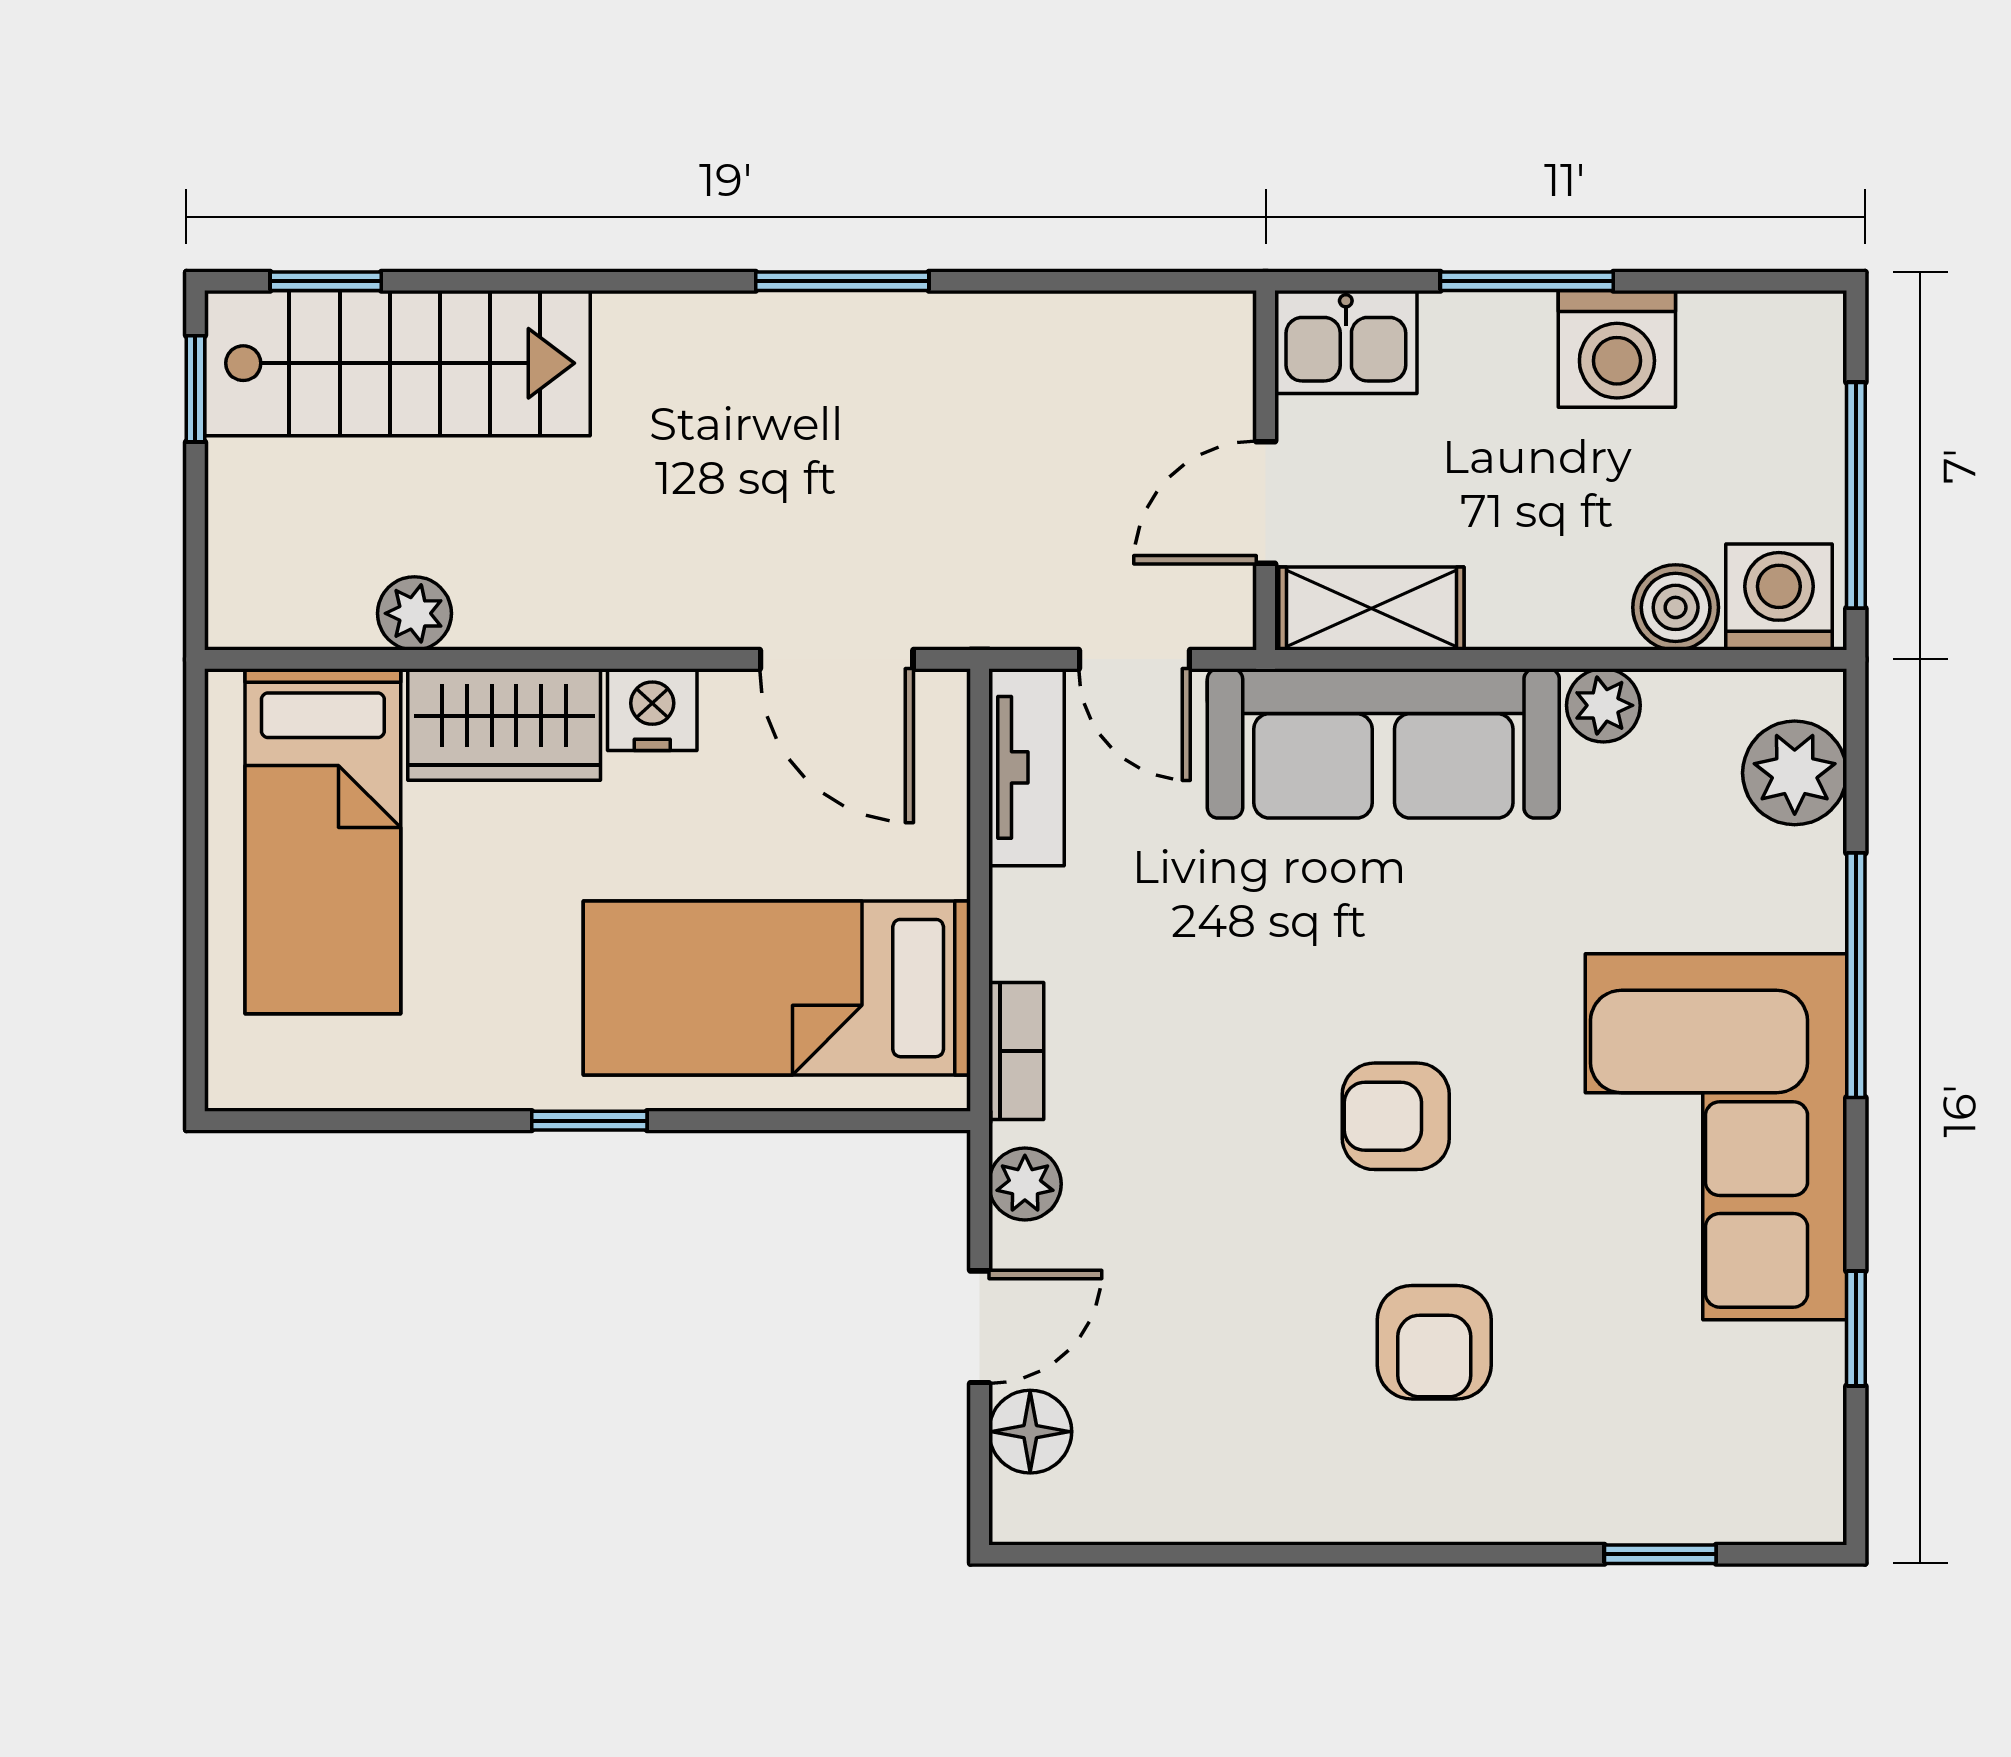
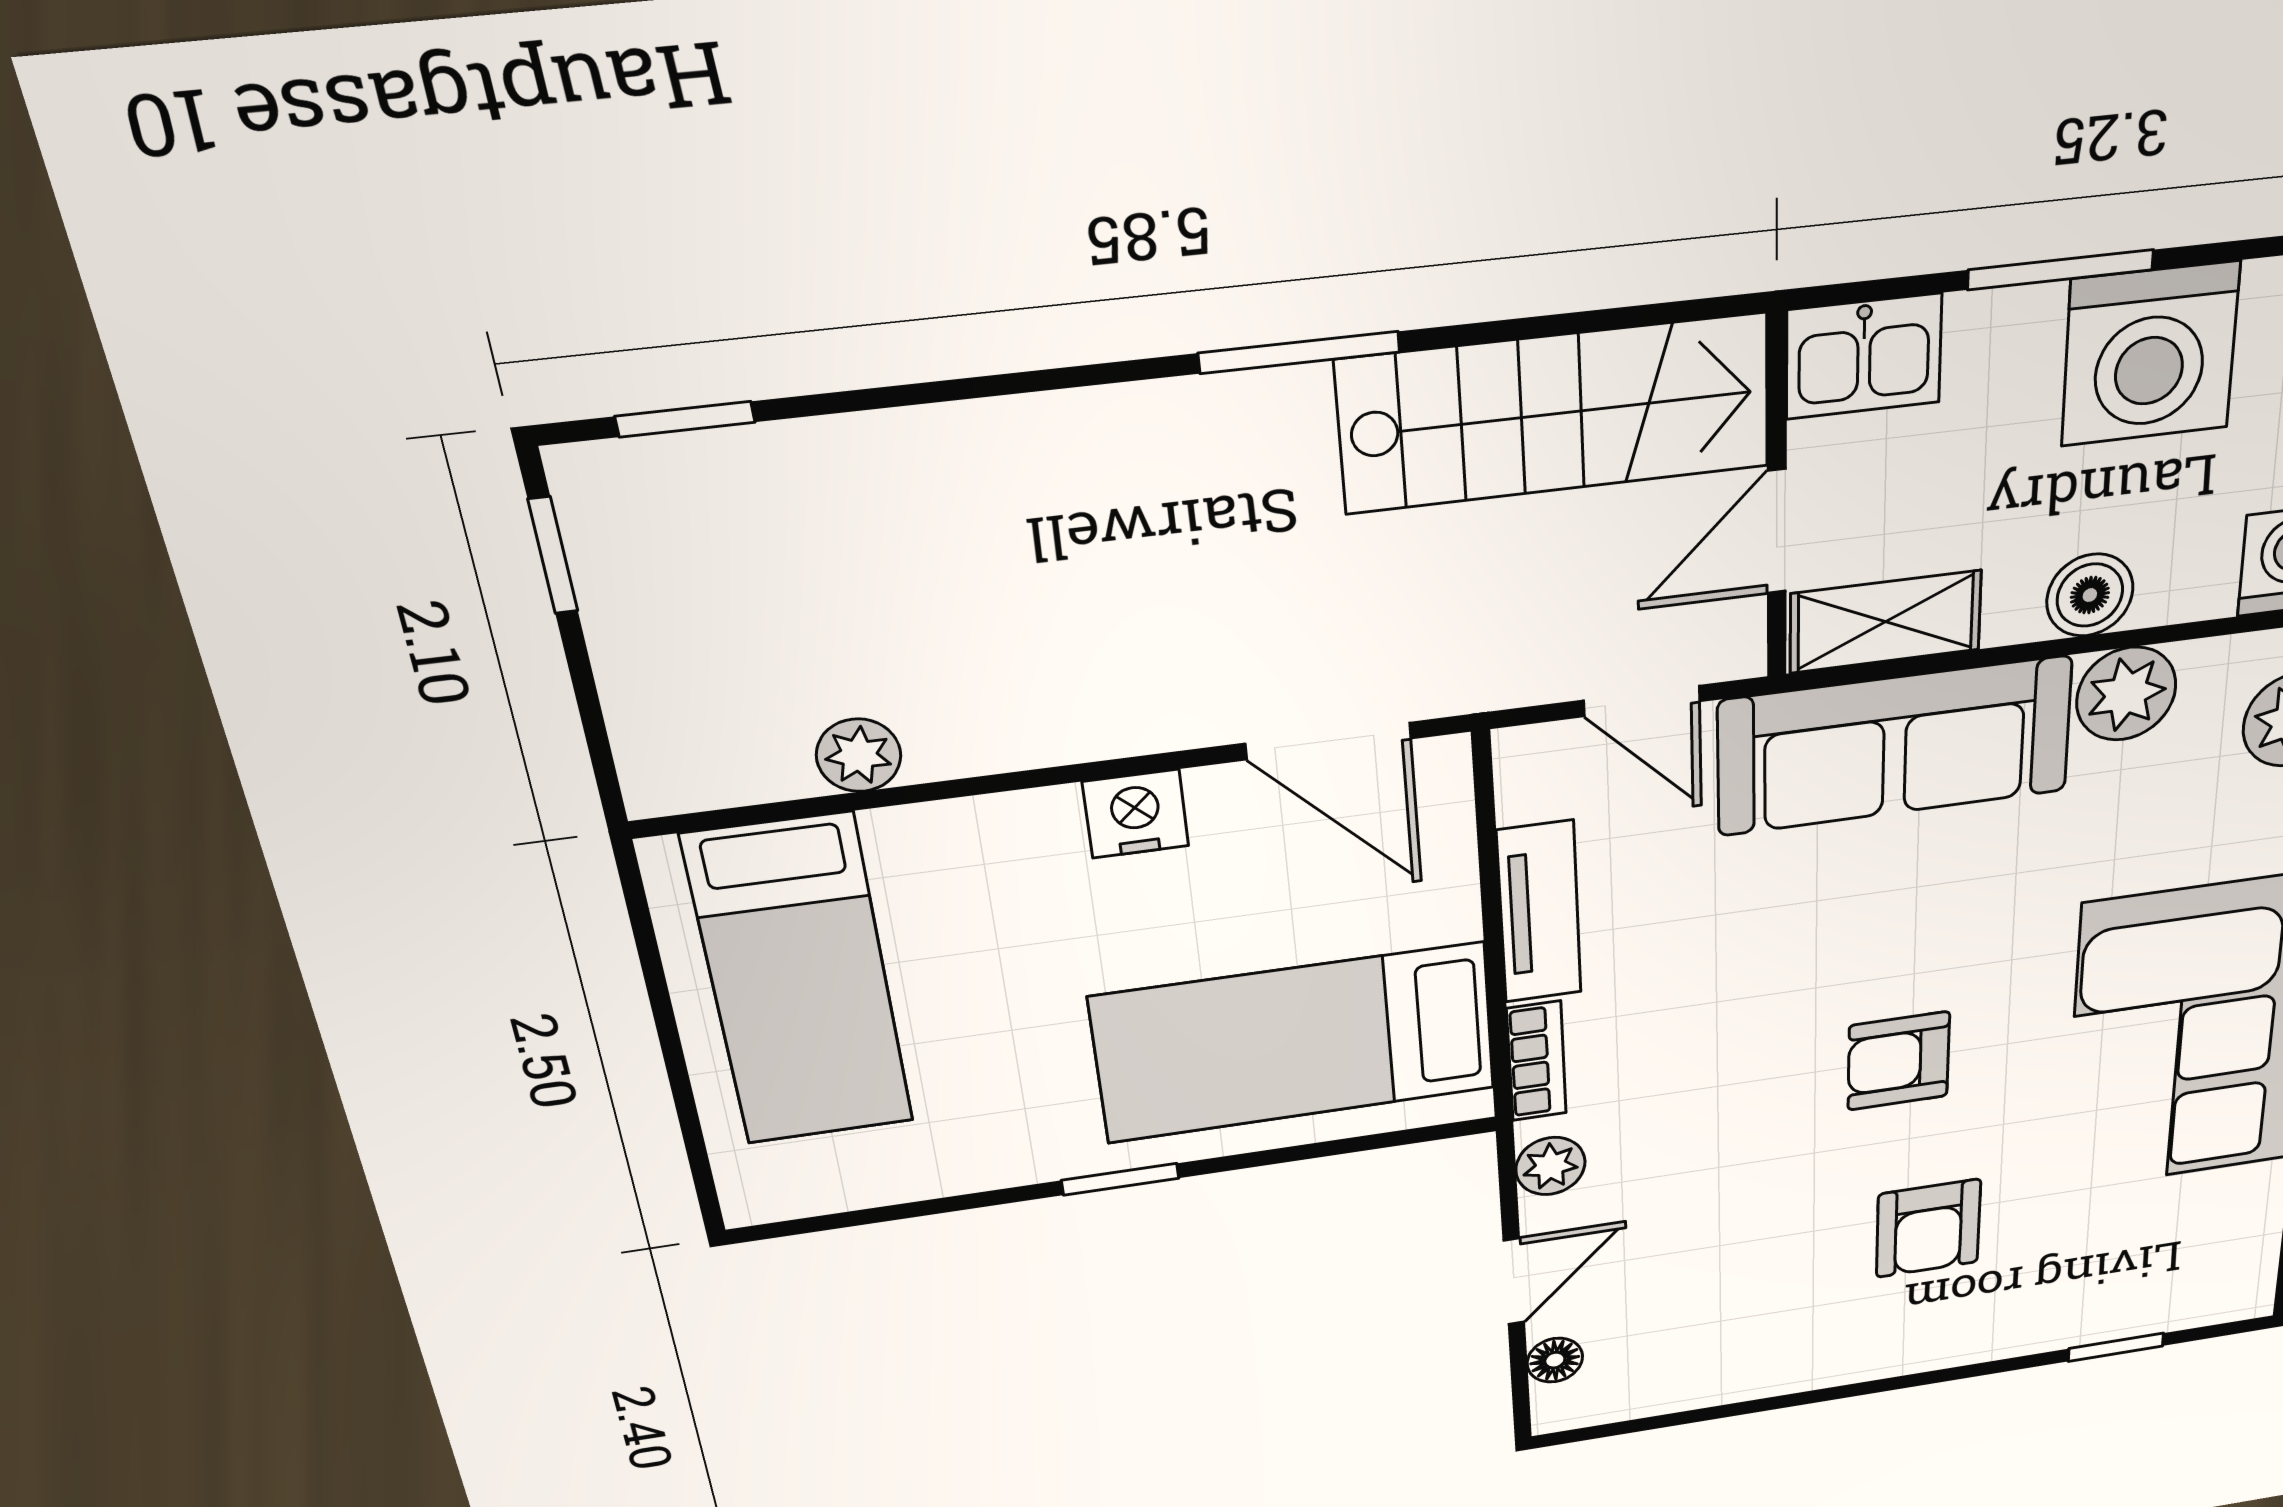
washing machine: (1617, 349) -> (2150, 354), width x1.37, depth x1.37
stairs: (397, 363) -> (1556, 414), moved
boiler: (1676, 607) -> (2090, 595), moved
plant: (1603, 705) -> (2126, 694), width x1.38, depth x1.38
wardrobe: (504, 724) -> (977, 849), removed
tv unit: (1026, 767) -> (1539, 912), moved
floor lamp: (1030, 1432) -> (1555, 1360), width x0.73, depth x0.73

